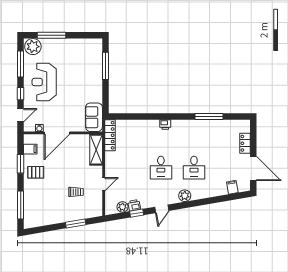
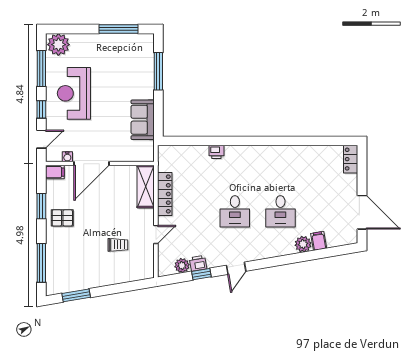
window: (52, 35) -> (119, 29), moved
window: (209, 116) -> (301, 141), removed
sofa: (94, 117) -> (143, 120), moved
printer: (165, 124) -> (216, 152), moved
locker: (110, 135) -> (165, 194), moved
locker: (245, 143) -> (351, 159), moved
filing cabinet: (30, 149) -> (55, 172), moved
filing cabinet: (232, 187) -> (319, 241), moved
plant: (185, 196) -> (303, 244), moved
window: (76, 223) -> (76, 295), moved

